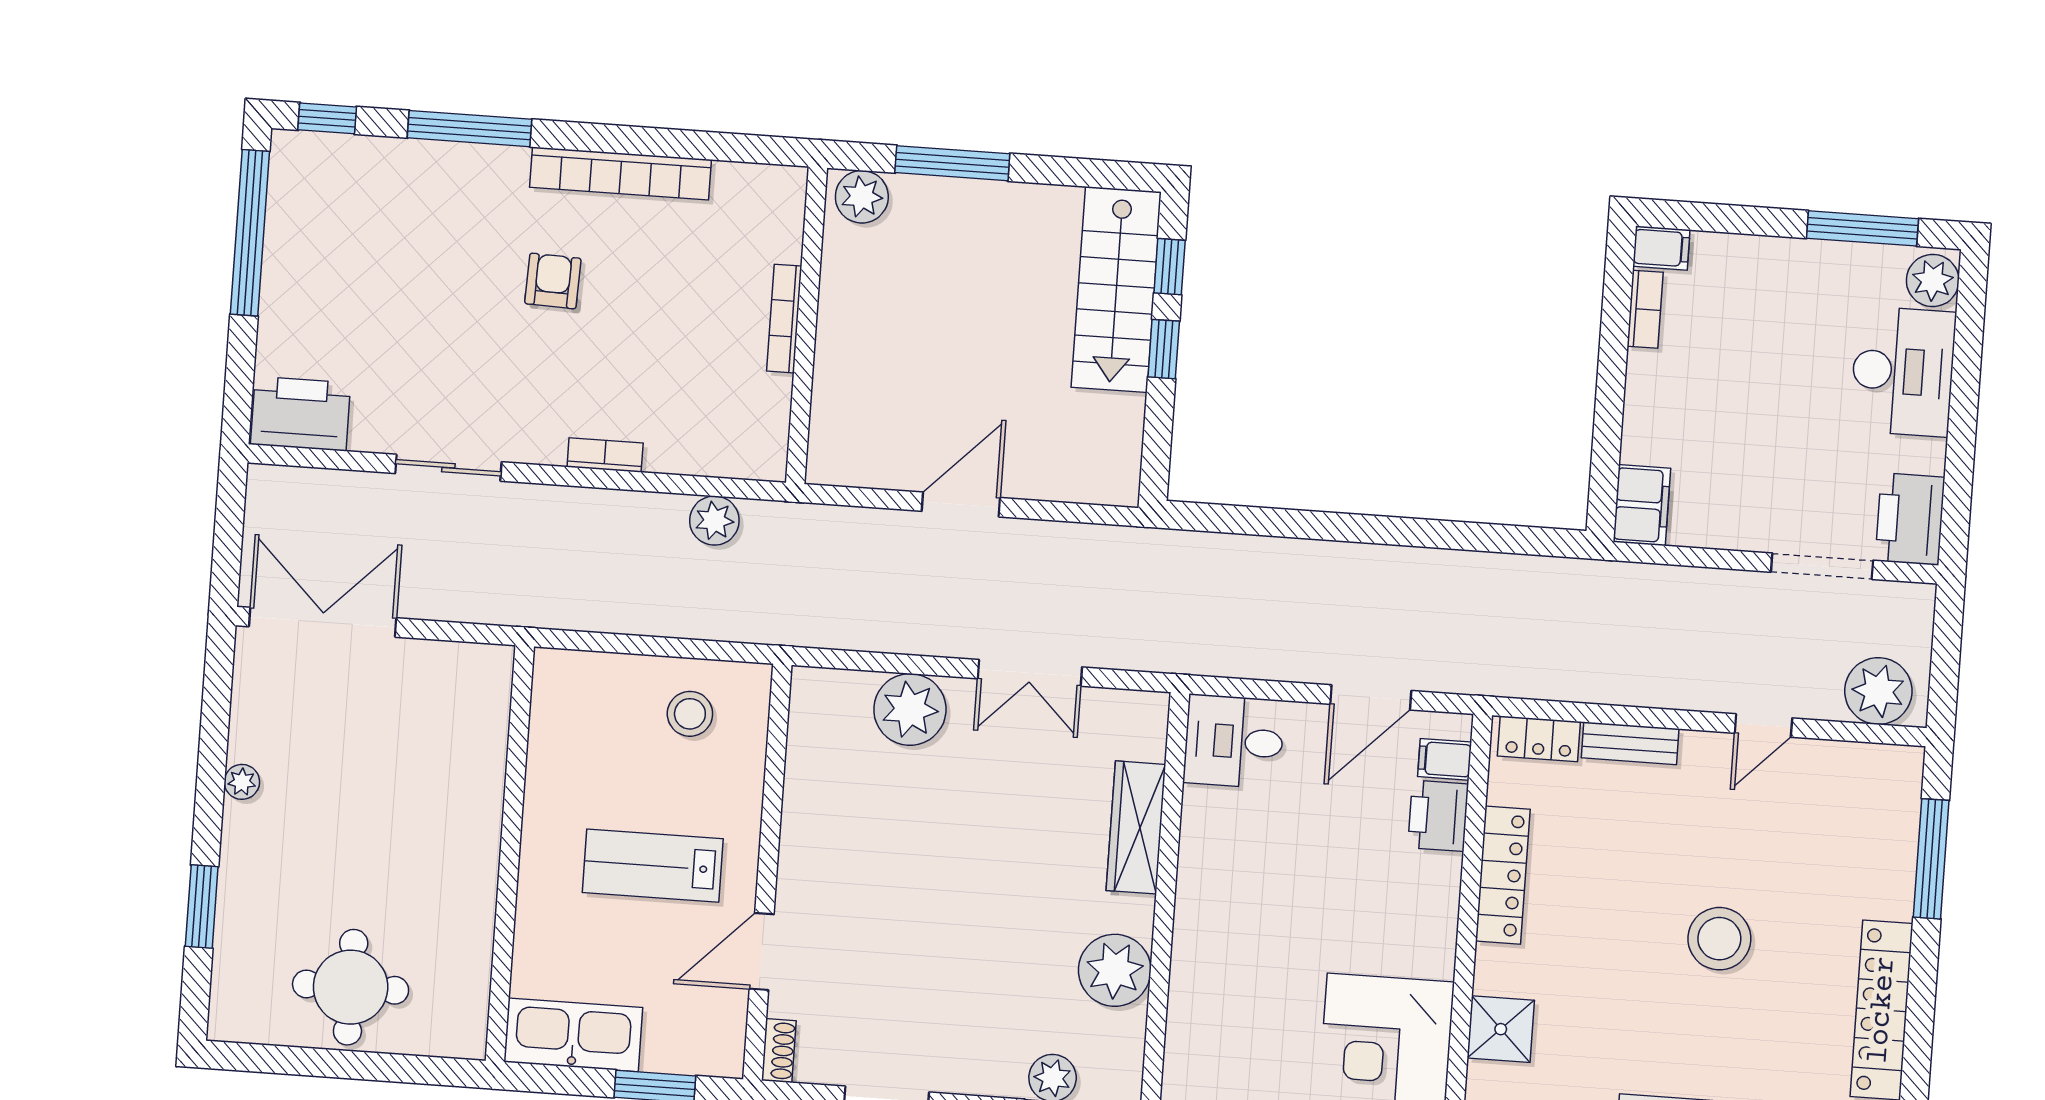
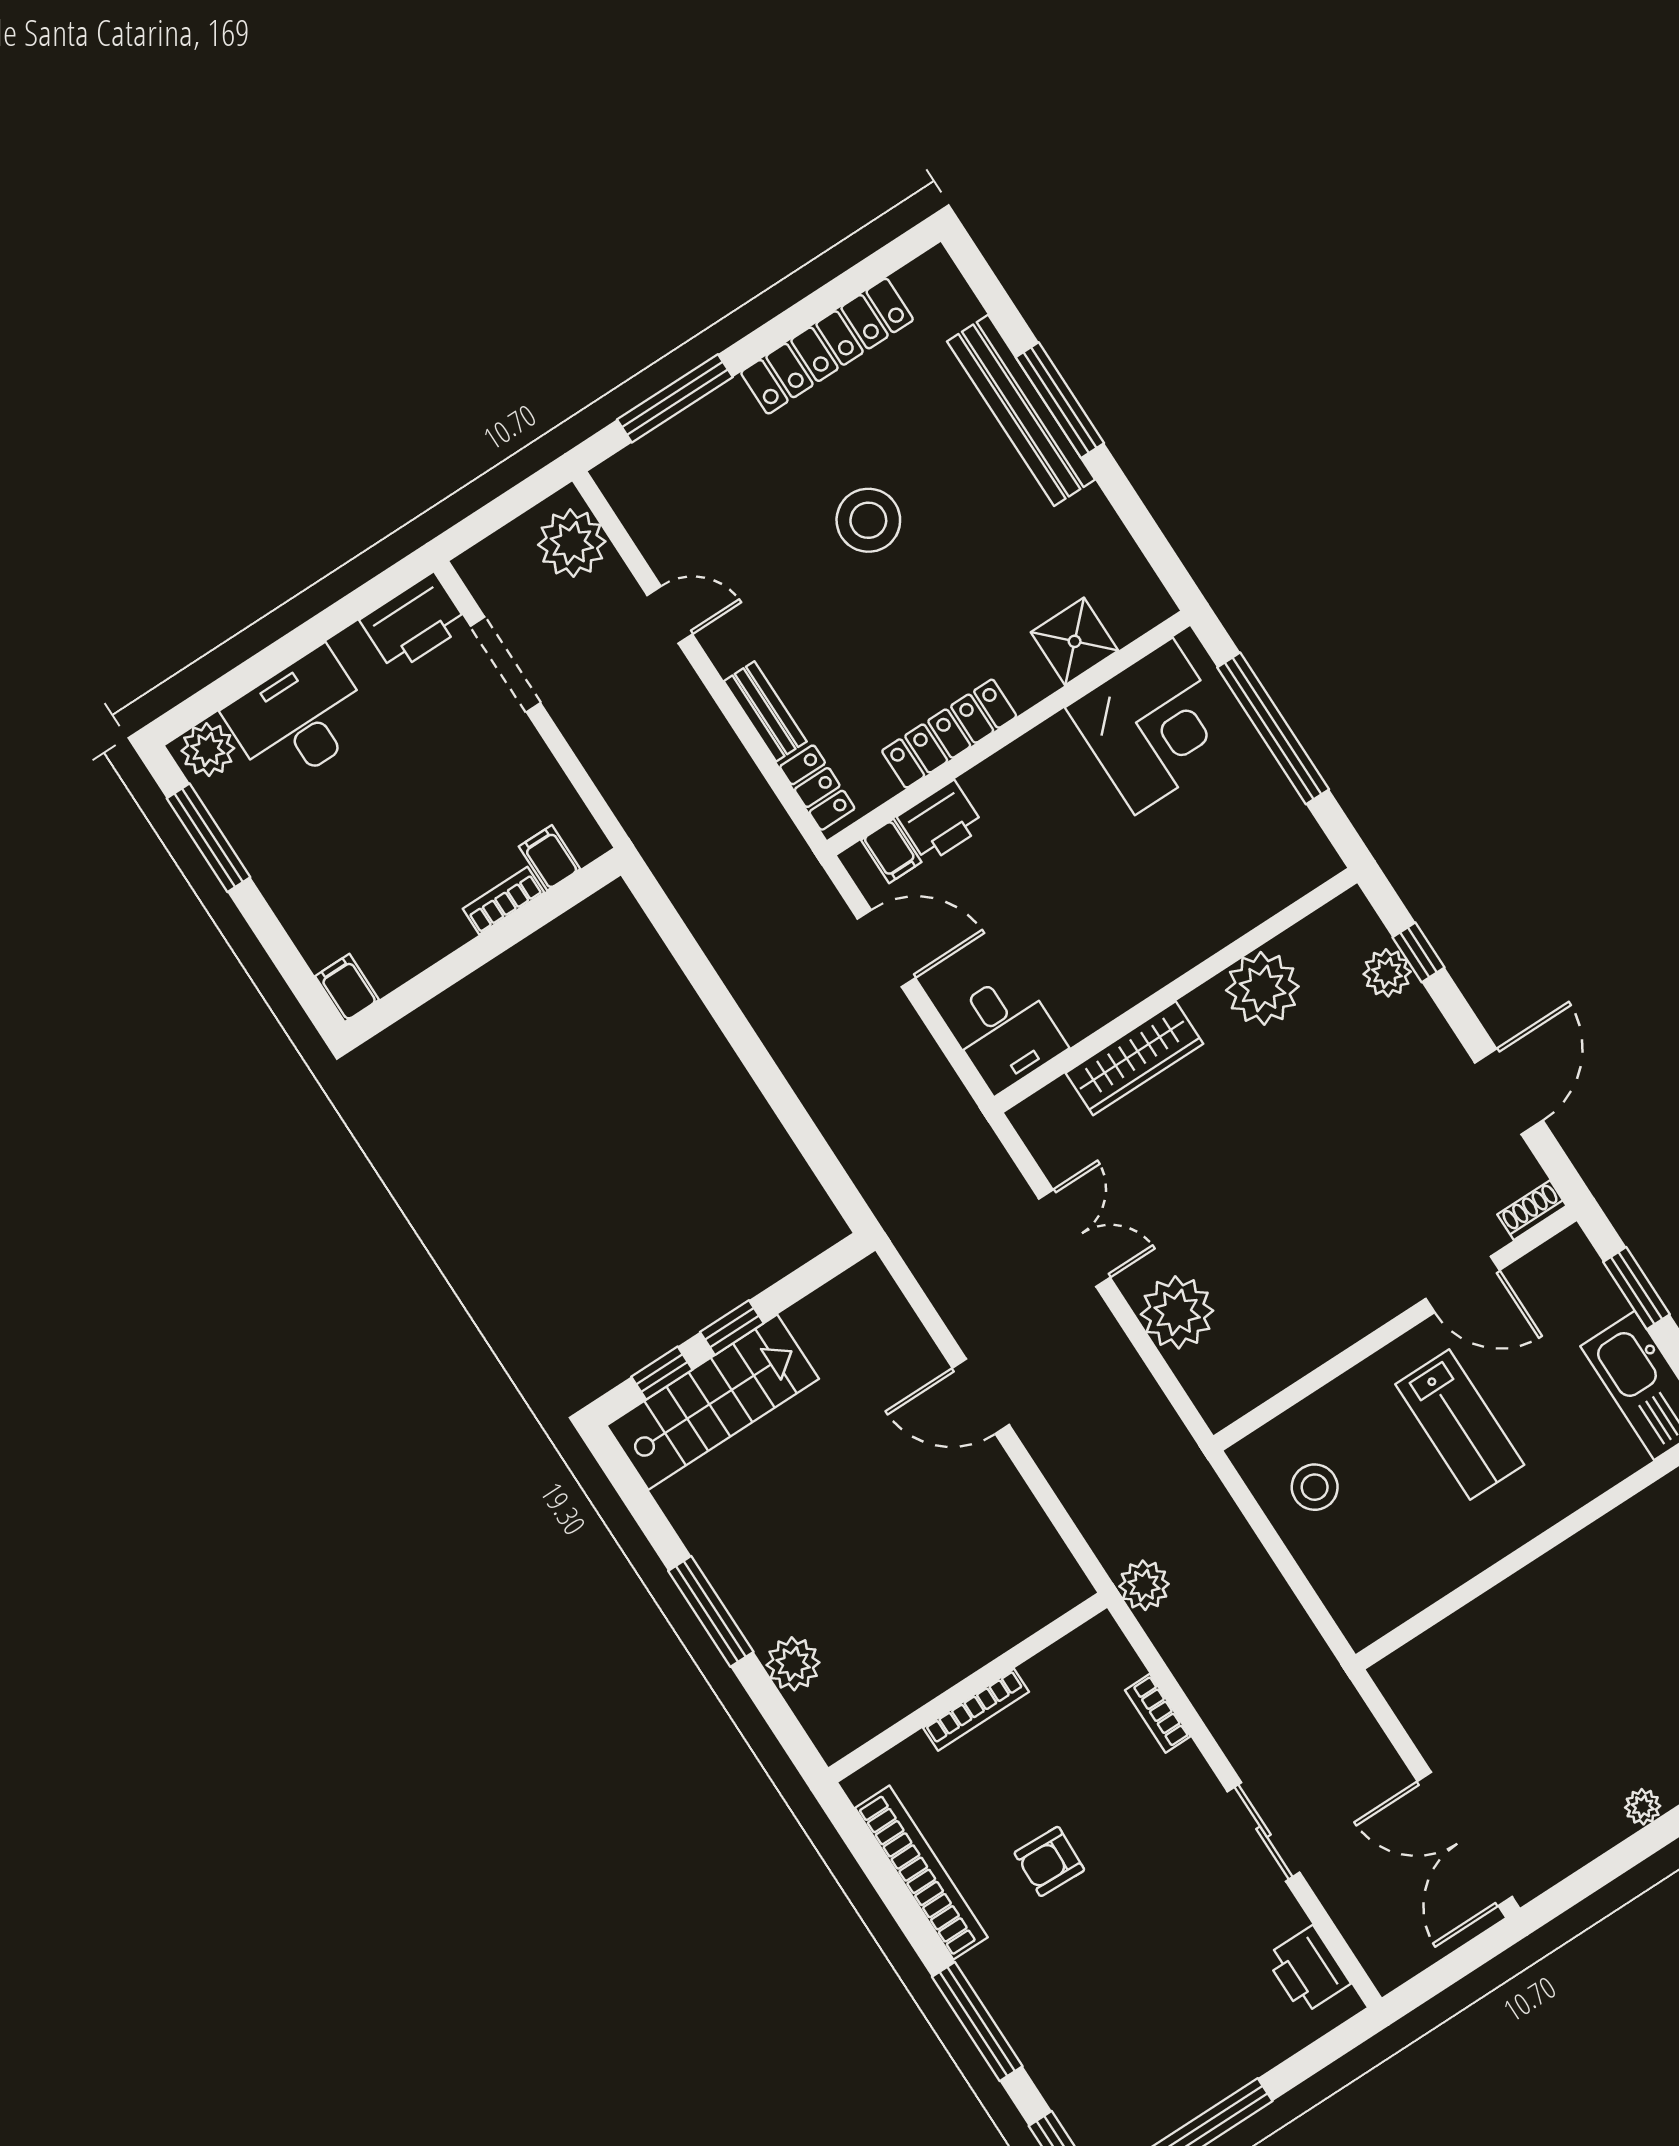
bookcase: (1645, 309) -> (503, 901), moved
bookcase: (784, 319) -> (976, 1710), moved
wall: (807, 325) -> (968, 1688), moved
printer: (301, 414) -> (1308, 1970), width x0.73, depth x0.84
filing cabinet: (1642, 505) -> (550, 858), width x0.50

